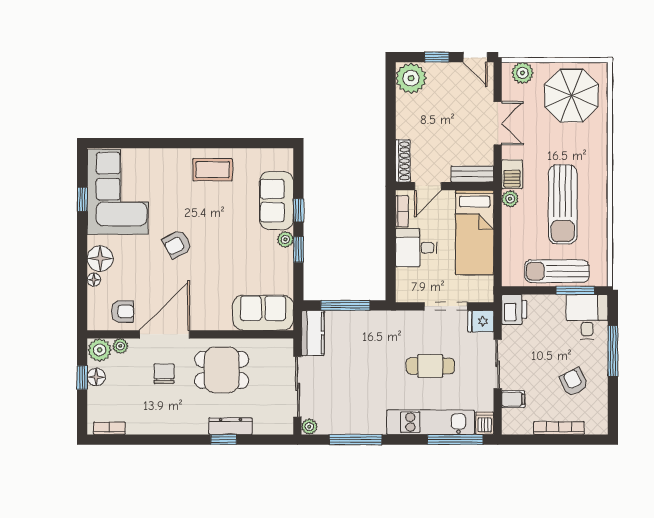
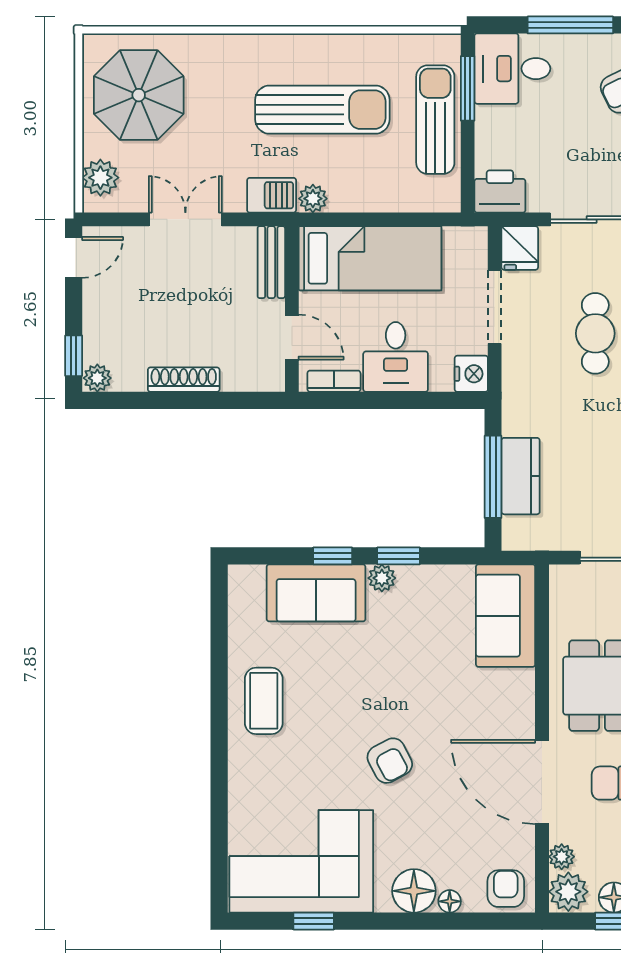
window: (437, 57) -> (74, 356), moved
plant: (411, 78) -> (97, 378), width x0.53, depth x0.53
shoe rack: (403, 161) -> (184, 380), moved
sun lounger: (557, 271) -> (435, 120), turned 180
nightstand: (406, 292) -> (471, 374), added
armchair: (123, 312) -> (506, 889), moved
kitchen counter: (313, 333) -> (521, 476), moved, turned 90

